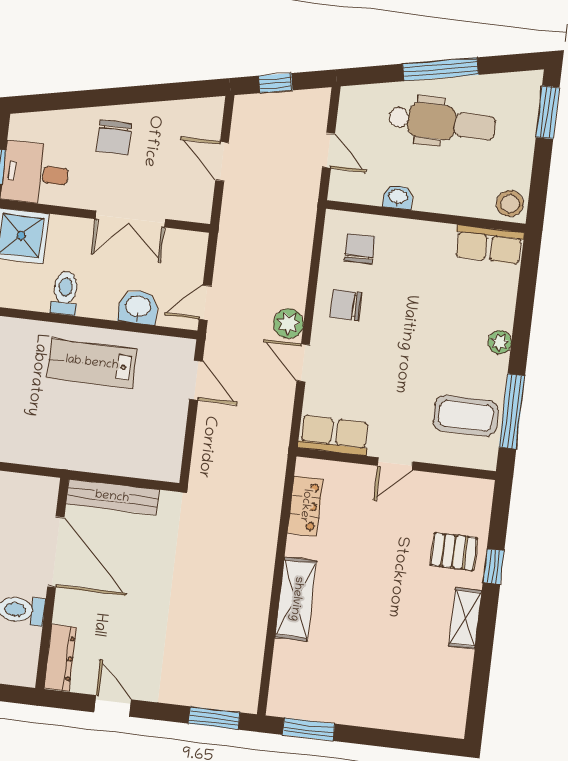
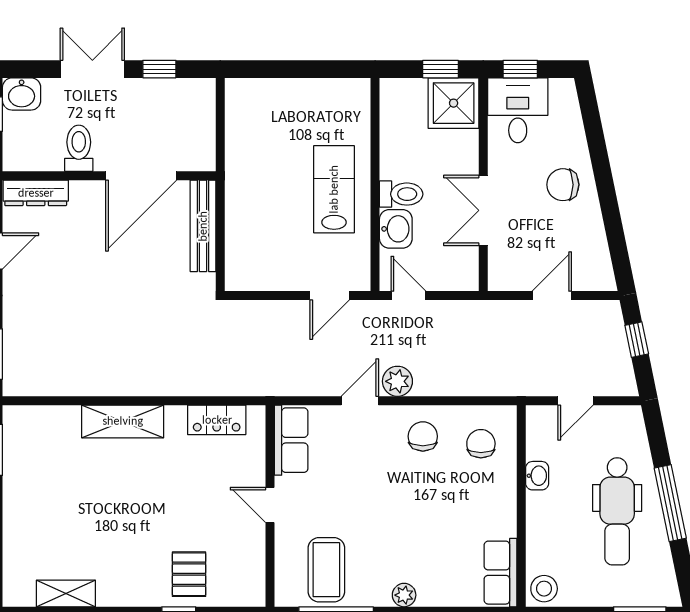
chair: (360, 249) -> (481, 444), turned -90
toilet: (65, 293) -> (401, 194), moved
shelving: (465, 618) -> (66, 593), moved

